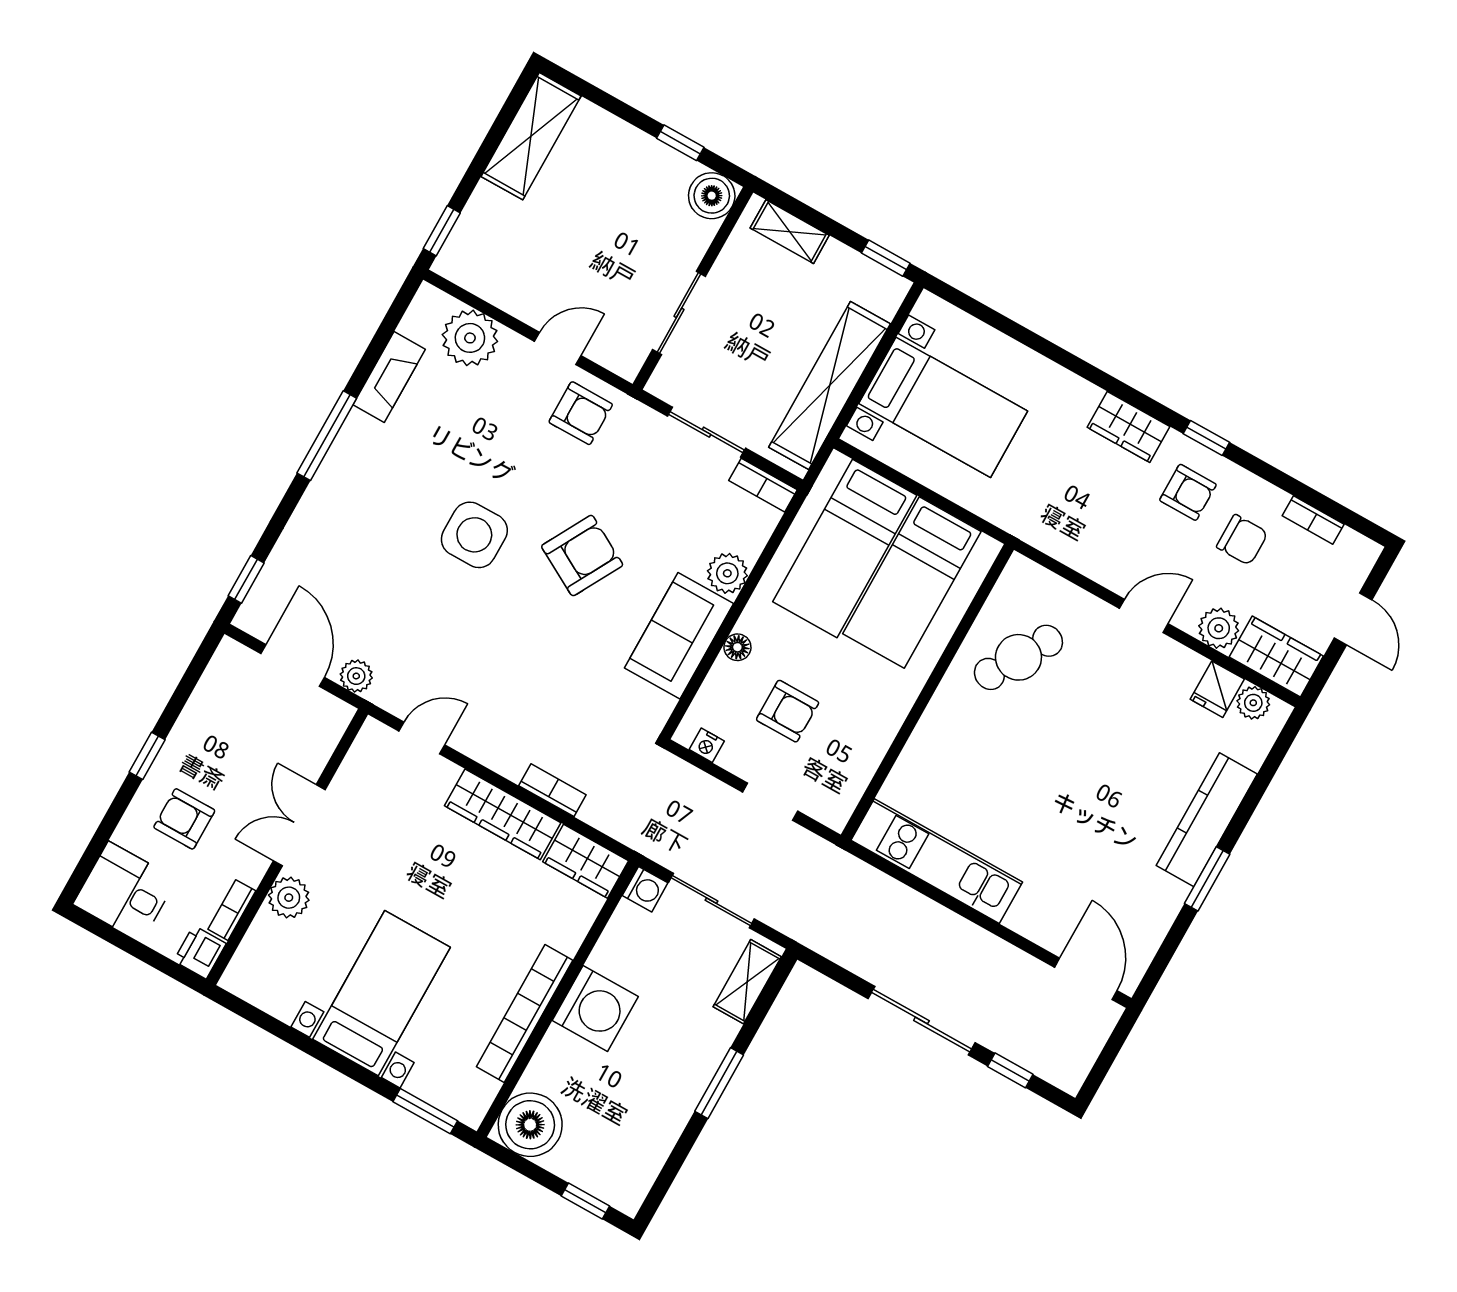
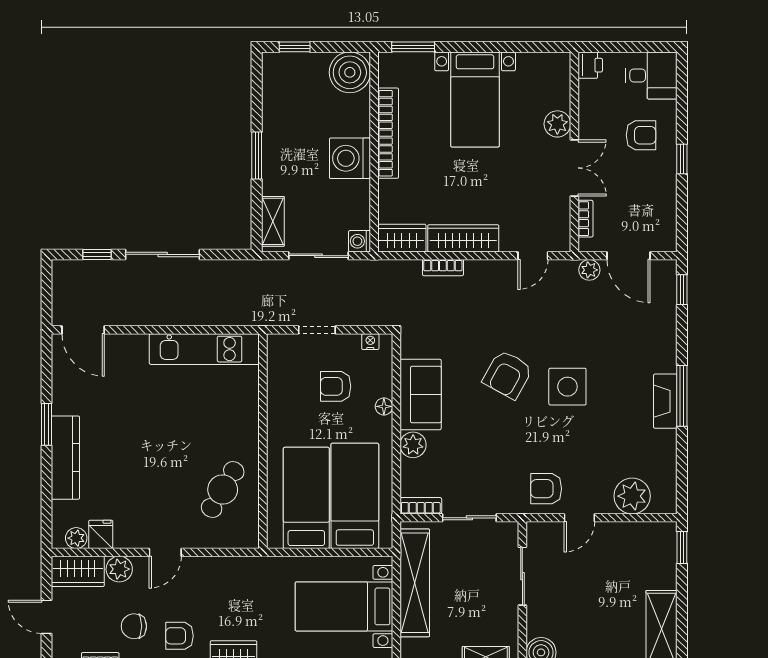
fireplace: (389, 377) -> (665, 401), moved
armchair: (582, 556) -> (508, 374), moved
bookcase: (232, 910) -> (585, 219), moved

